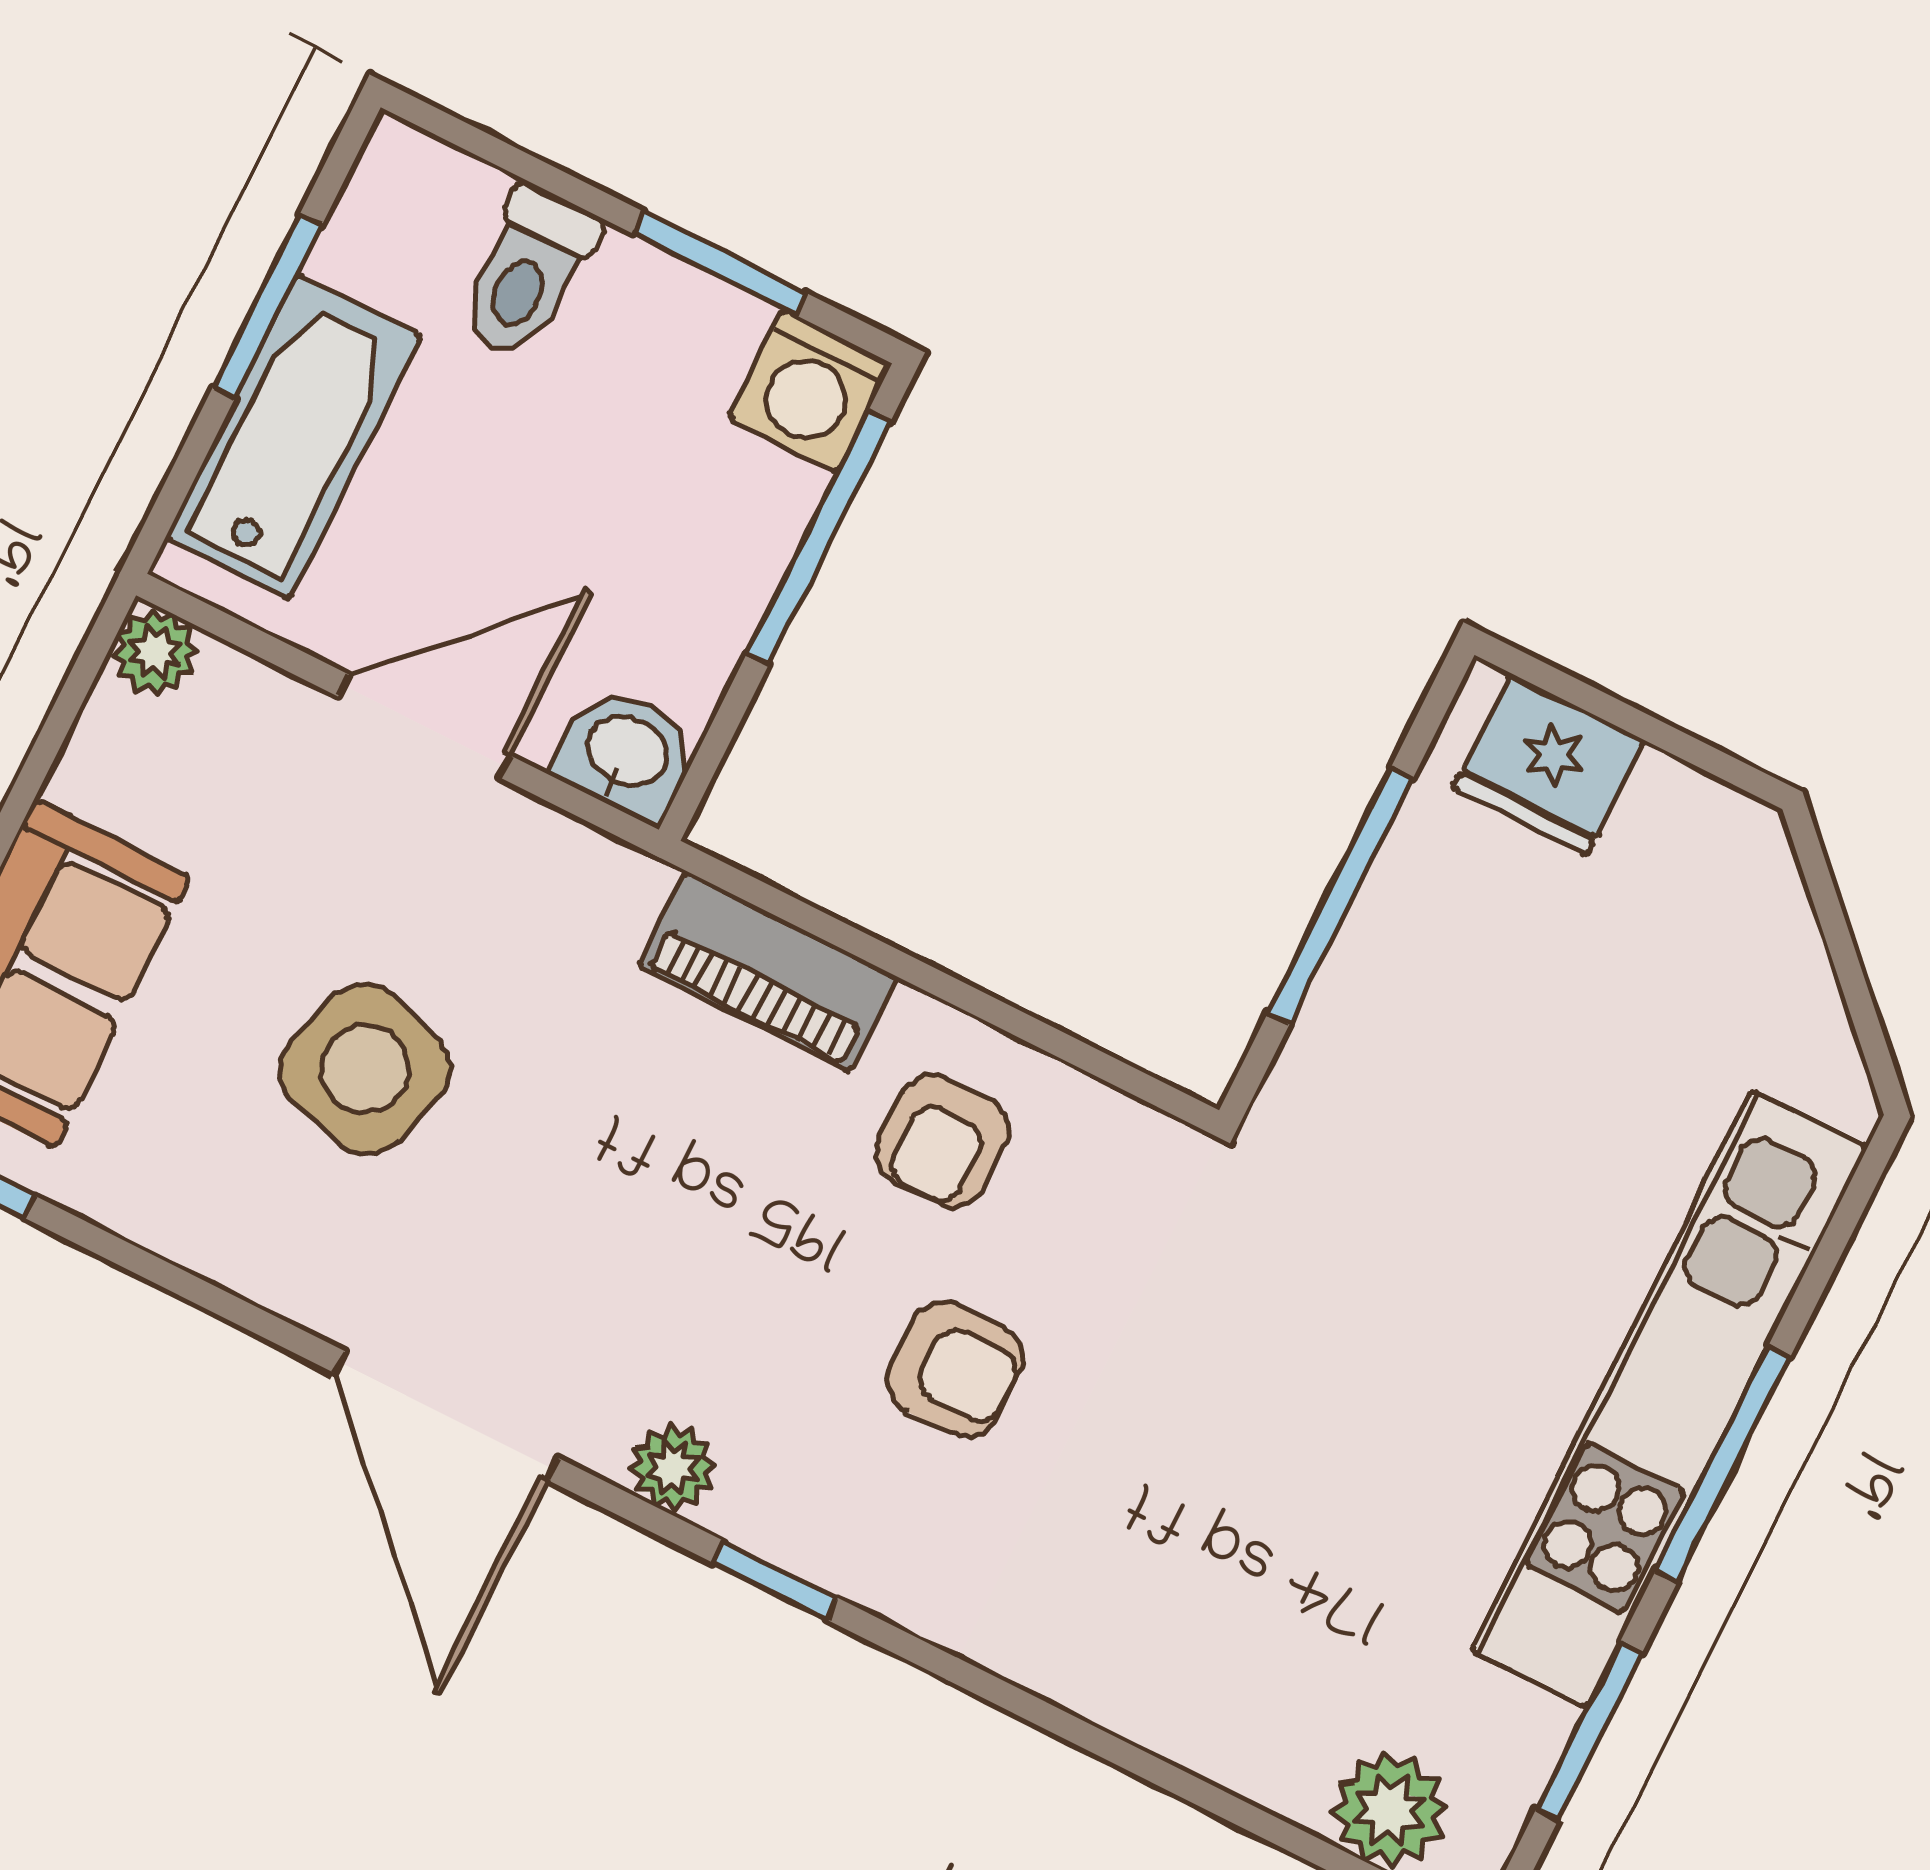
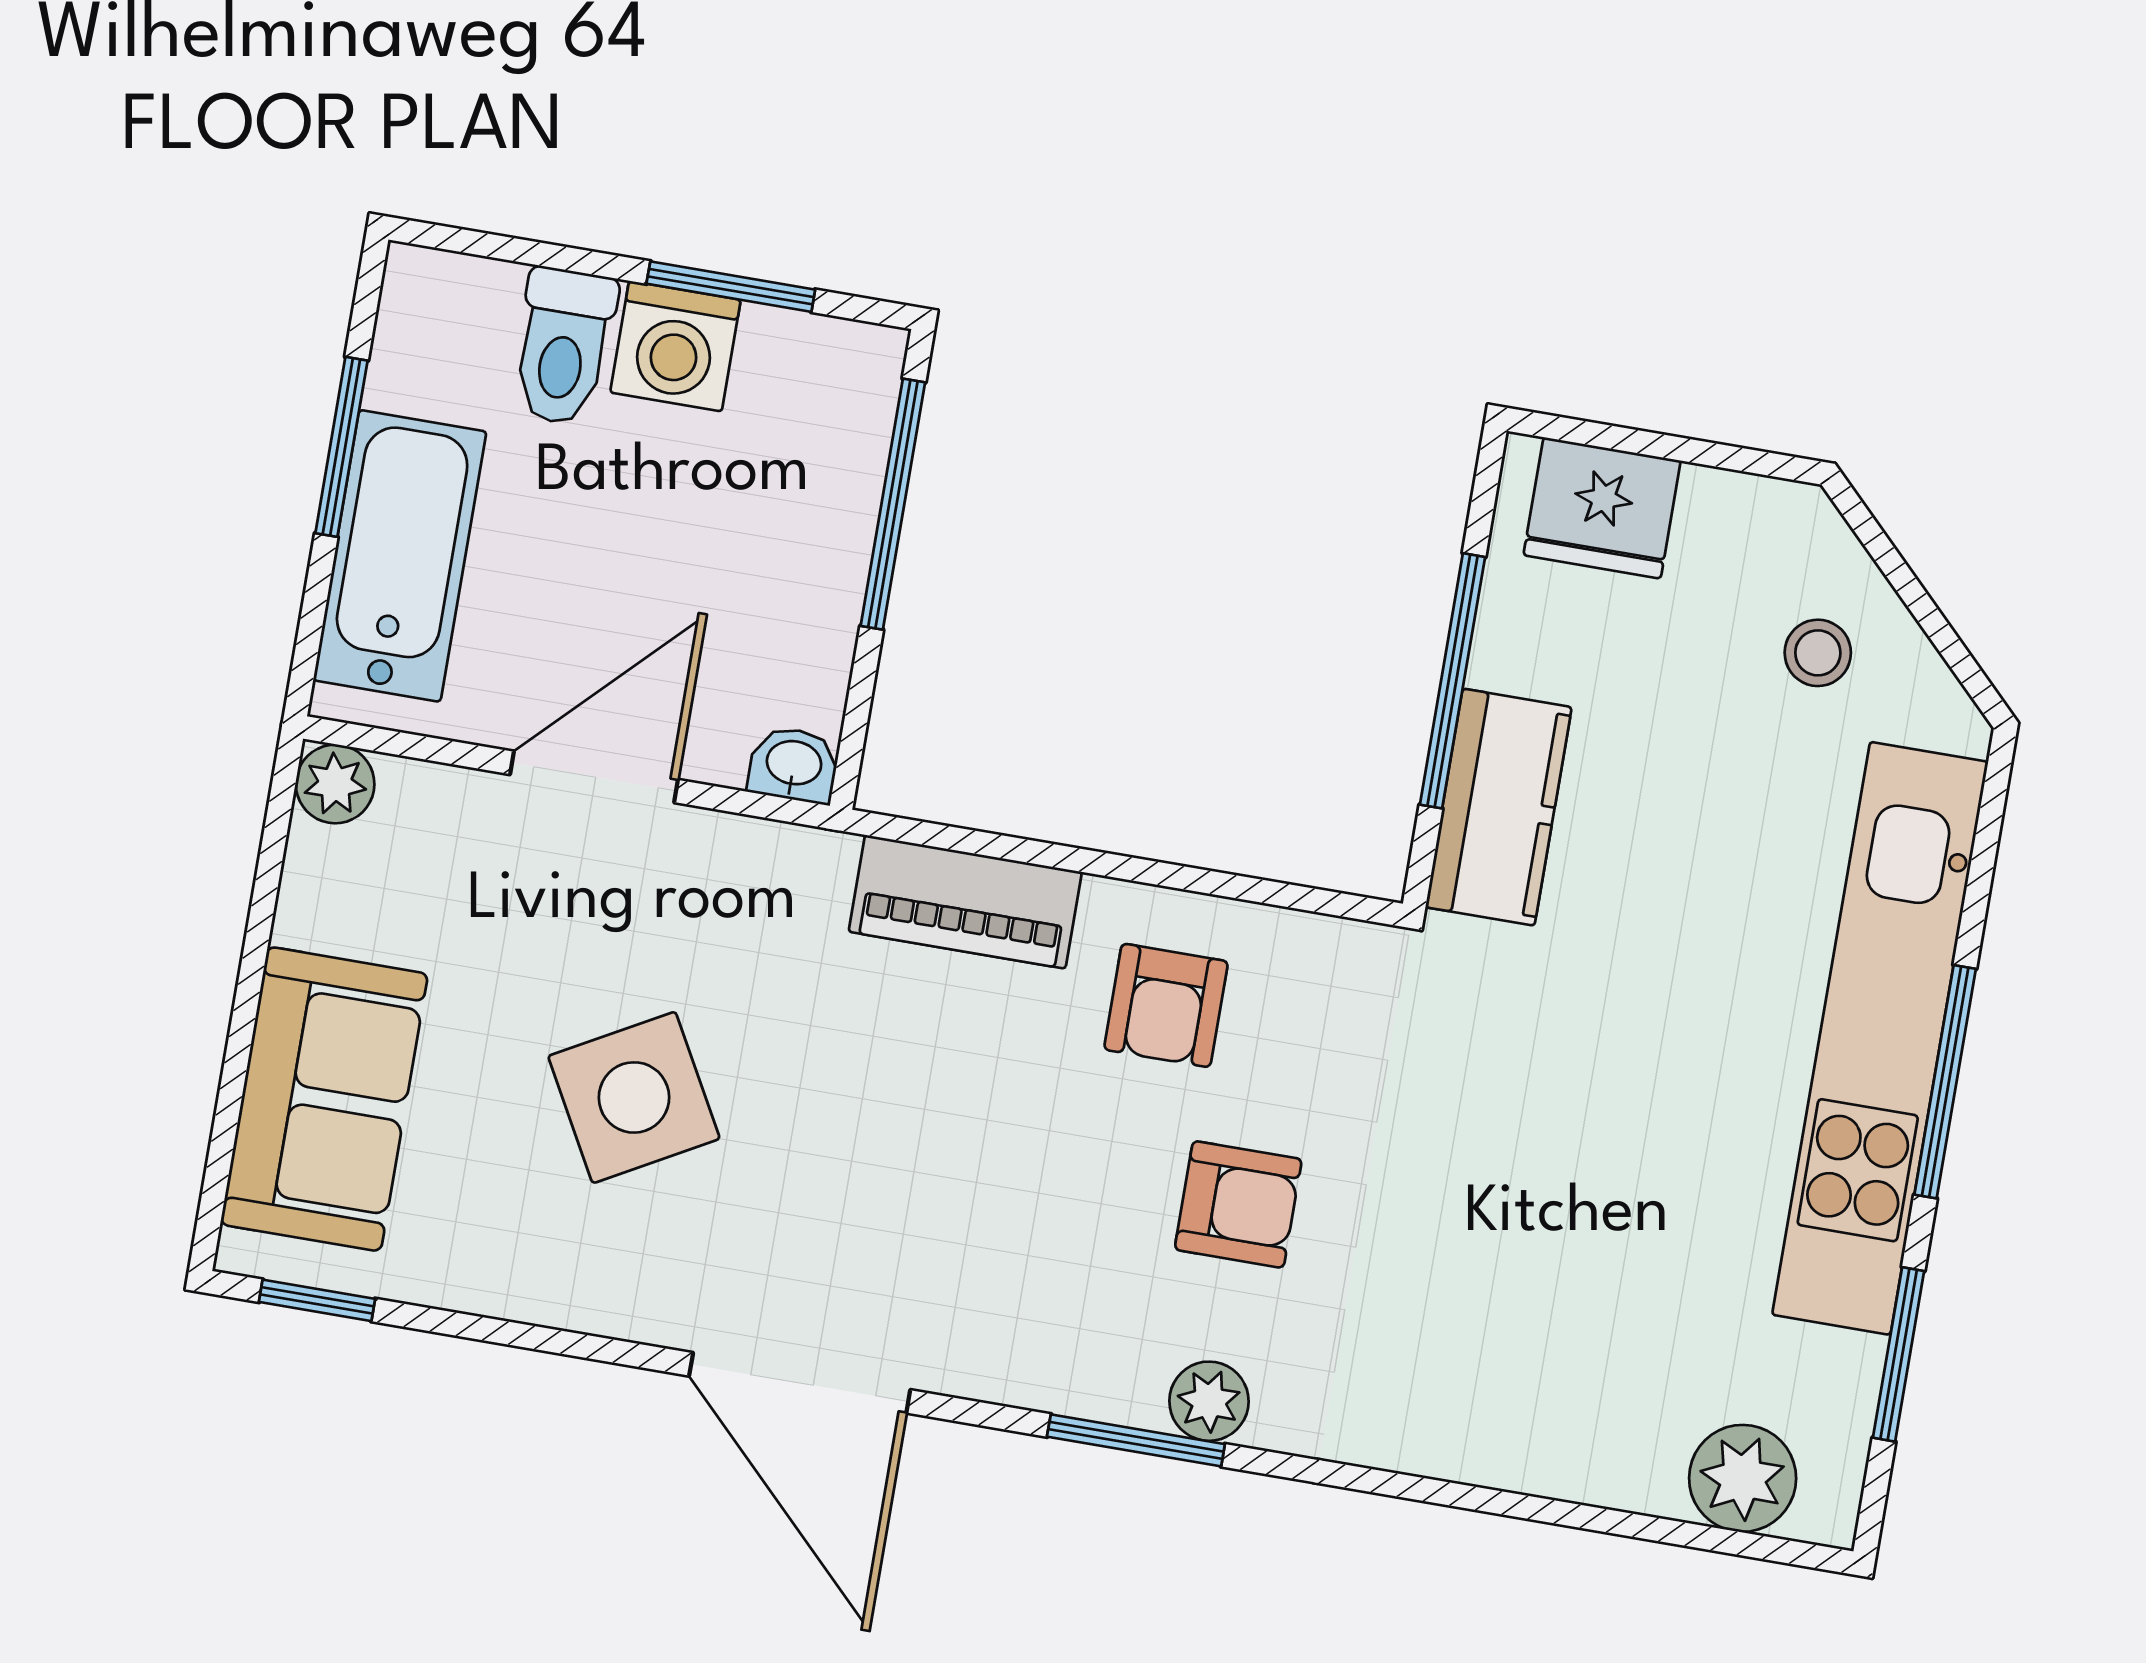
washing machine: (810, 391) -> (675, 346), moved
washbasin: (626, 753) -> (794, 765), width x0.72, depth x0.69
stool: (1726, 982) -> (1818, 653), added
kitchen counter: (1348, 1041) -> (1499, 807), added
side table: (365, 1069) -> (634, 1097), turned 45
plant: (673, 1467) -> (1209, 1401), moved
window: (776, 1580) -> (1136, 1440), width x1.50

